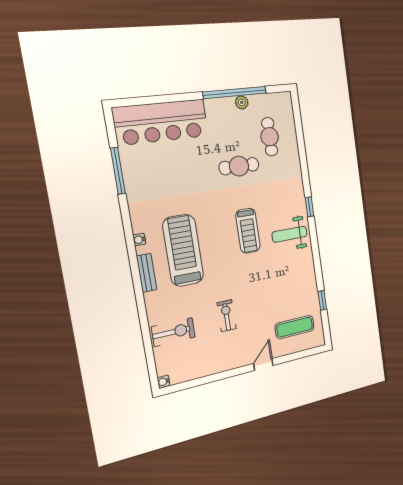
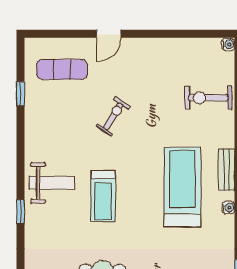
treadmill: (248, 231) -> (103, 196), turned 180
treadmill: (183, 250) -> (182, 187), turned 180
exercise bike: (227, 316) -> (113, 116), moved, turned -147

